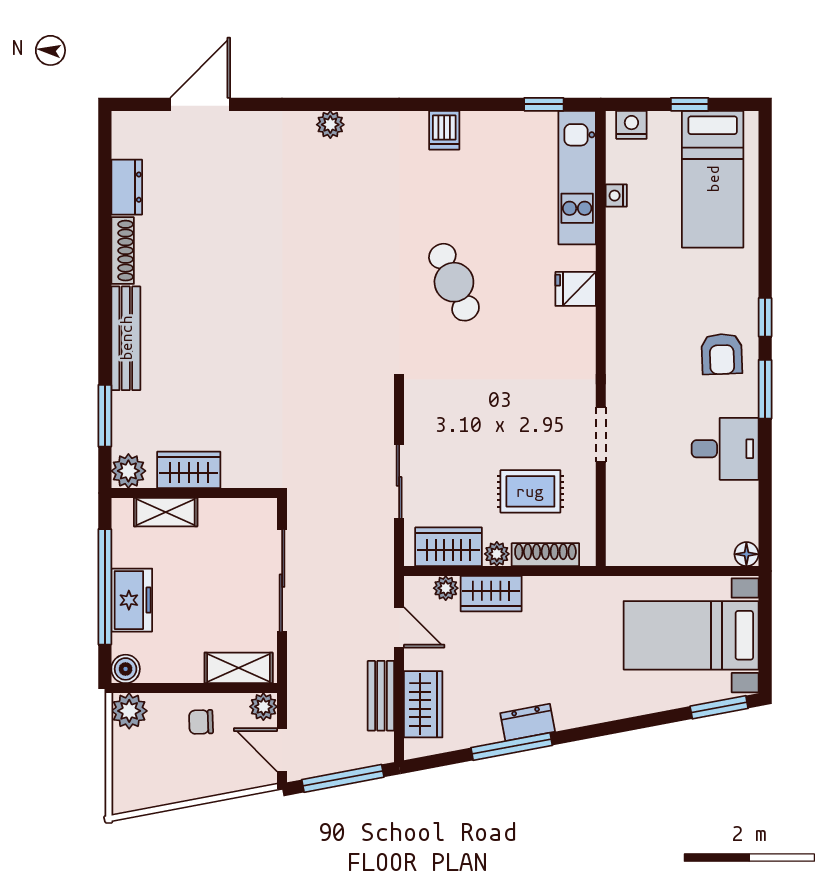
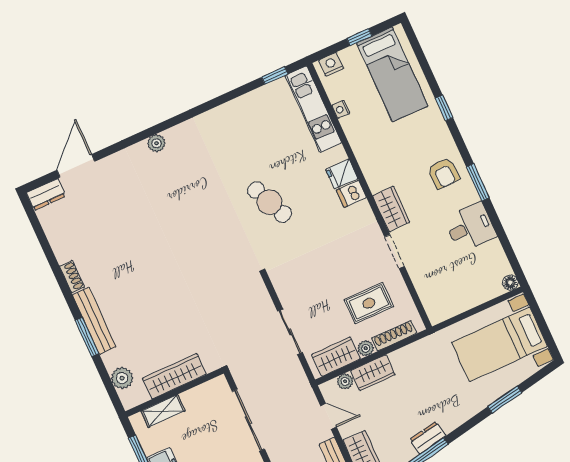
dishwasher: (444, 130) -> (351, 194), moved, turned 90
dresser: (127, 187) -> (46, 195), moved, turned 90
shoe rack: (123, 251) -> (72, 277), width x0.70
window: (765, 317) -> (444, 108), moved
wardrobe: (624, 371) -> (391, 209), added
window: (105, 416) -> (87, 337), moved
wardrobe: (189, 470) -> (174, 376), width x1.50
plant: (128, 471) -> (122, 378), moved
window: (719, 707) -> (505, 400), moved

